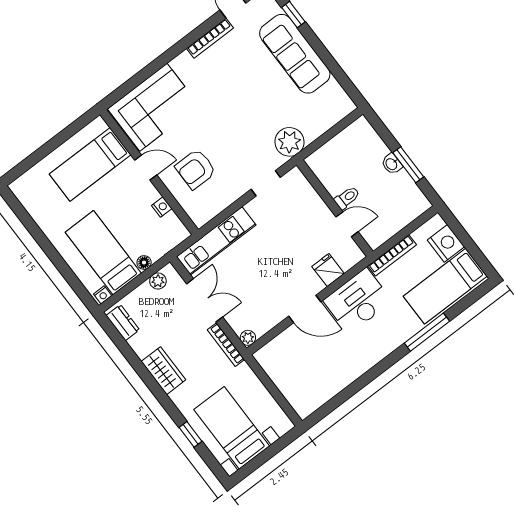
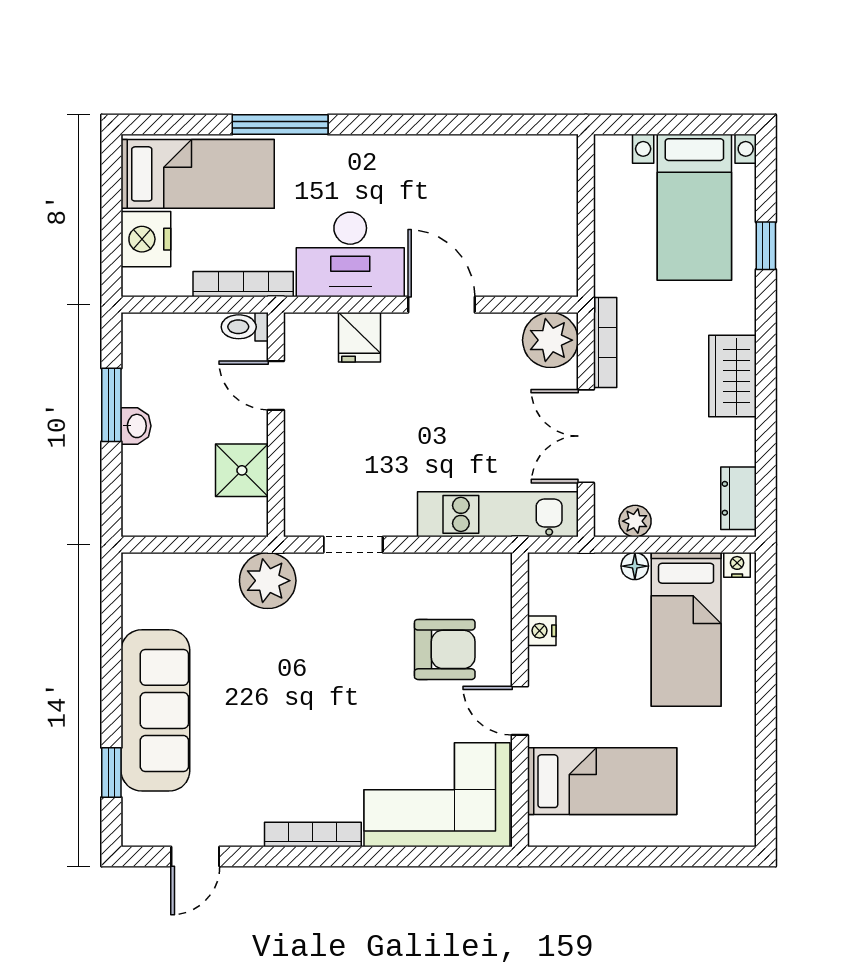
bookcase: (210, 38) -> (313, 834), moved
shower: (334, 179) -> (242, 470), added
toilet: (347, 198) -> (245, 327), moved
plant: (248, 338) -> (550, 340), width x1.88, depth x1.88

